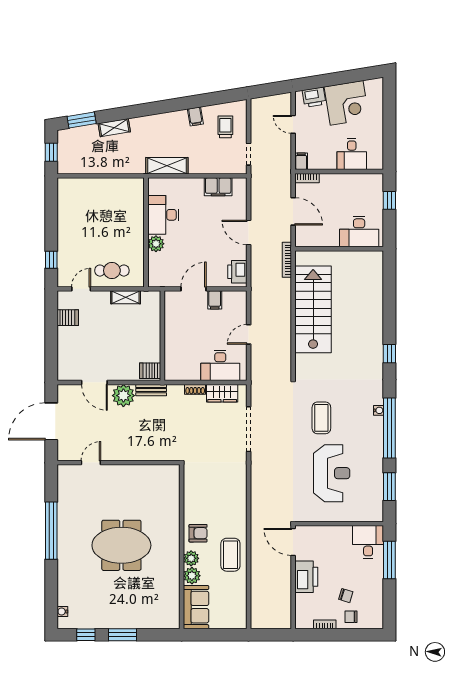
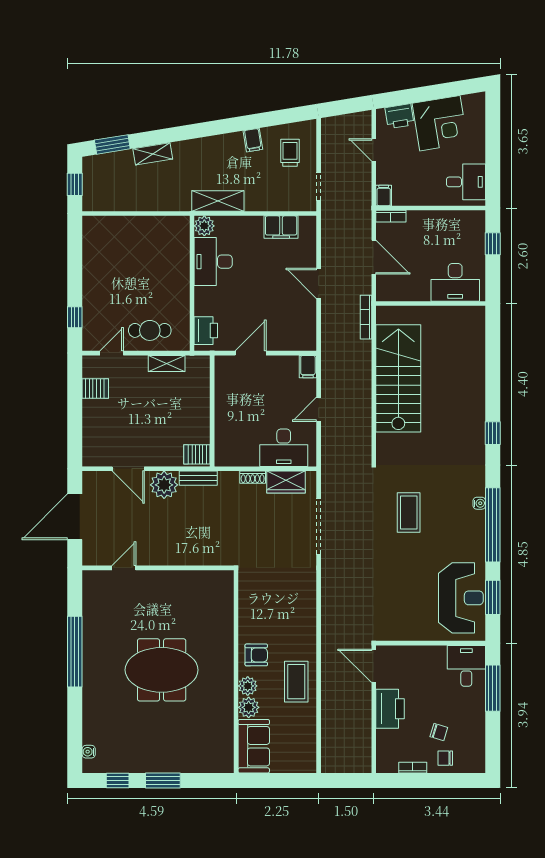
desk: (352, 154) -> (466, 182), moved, turned -90
plant: (156, 244) -> (204, 226), moved
printer: (237, 272) -> (206, 331), moved, turned 180
filing cabinet: (215, 300) -> (308, 367), moved
reception desk: (332, 473) -> (461, 598), moved

